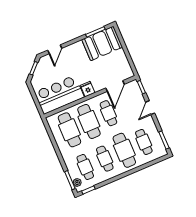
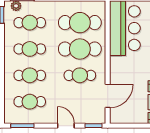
door: (115, 86) -> (108, 96), swing flipped
fridge: (88, 89) -> (118, 63), removed
cafe table: (124, 150) -> (30, 75), width x0.73, depth x0.74

